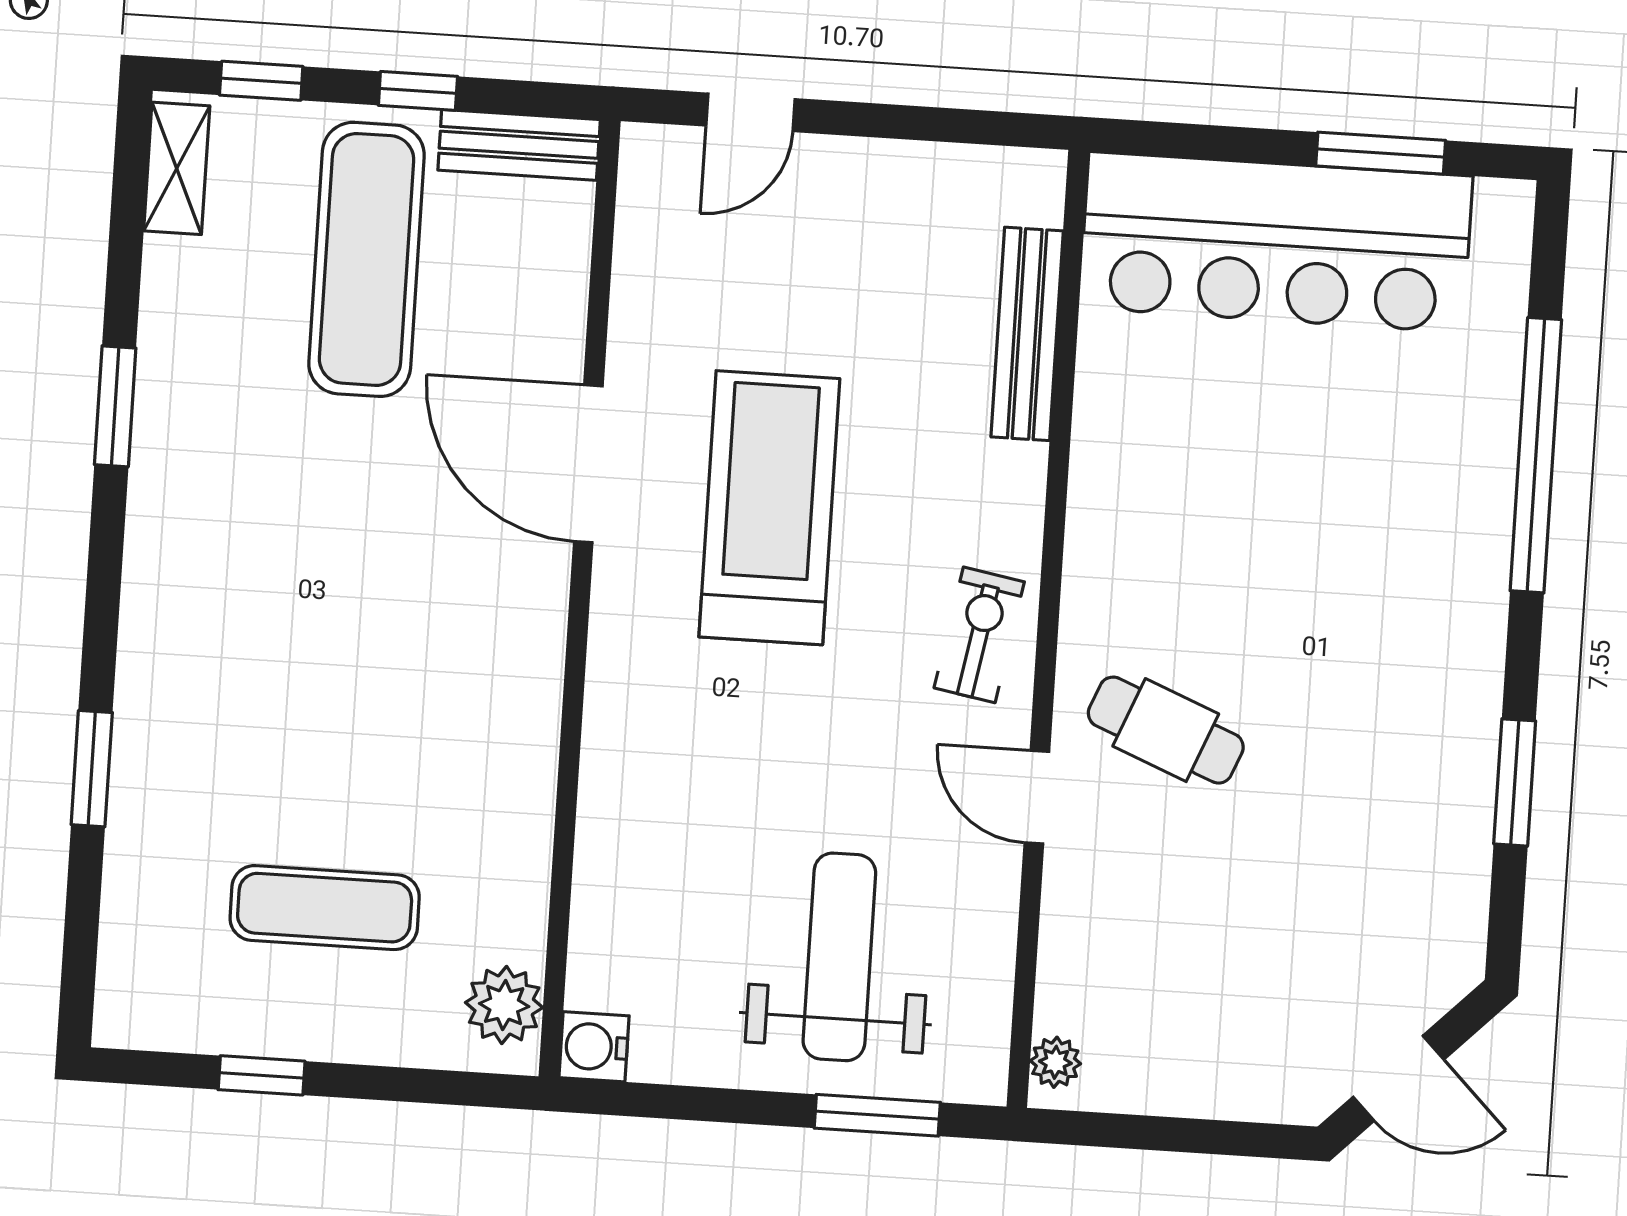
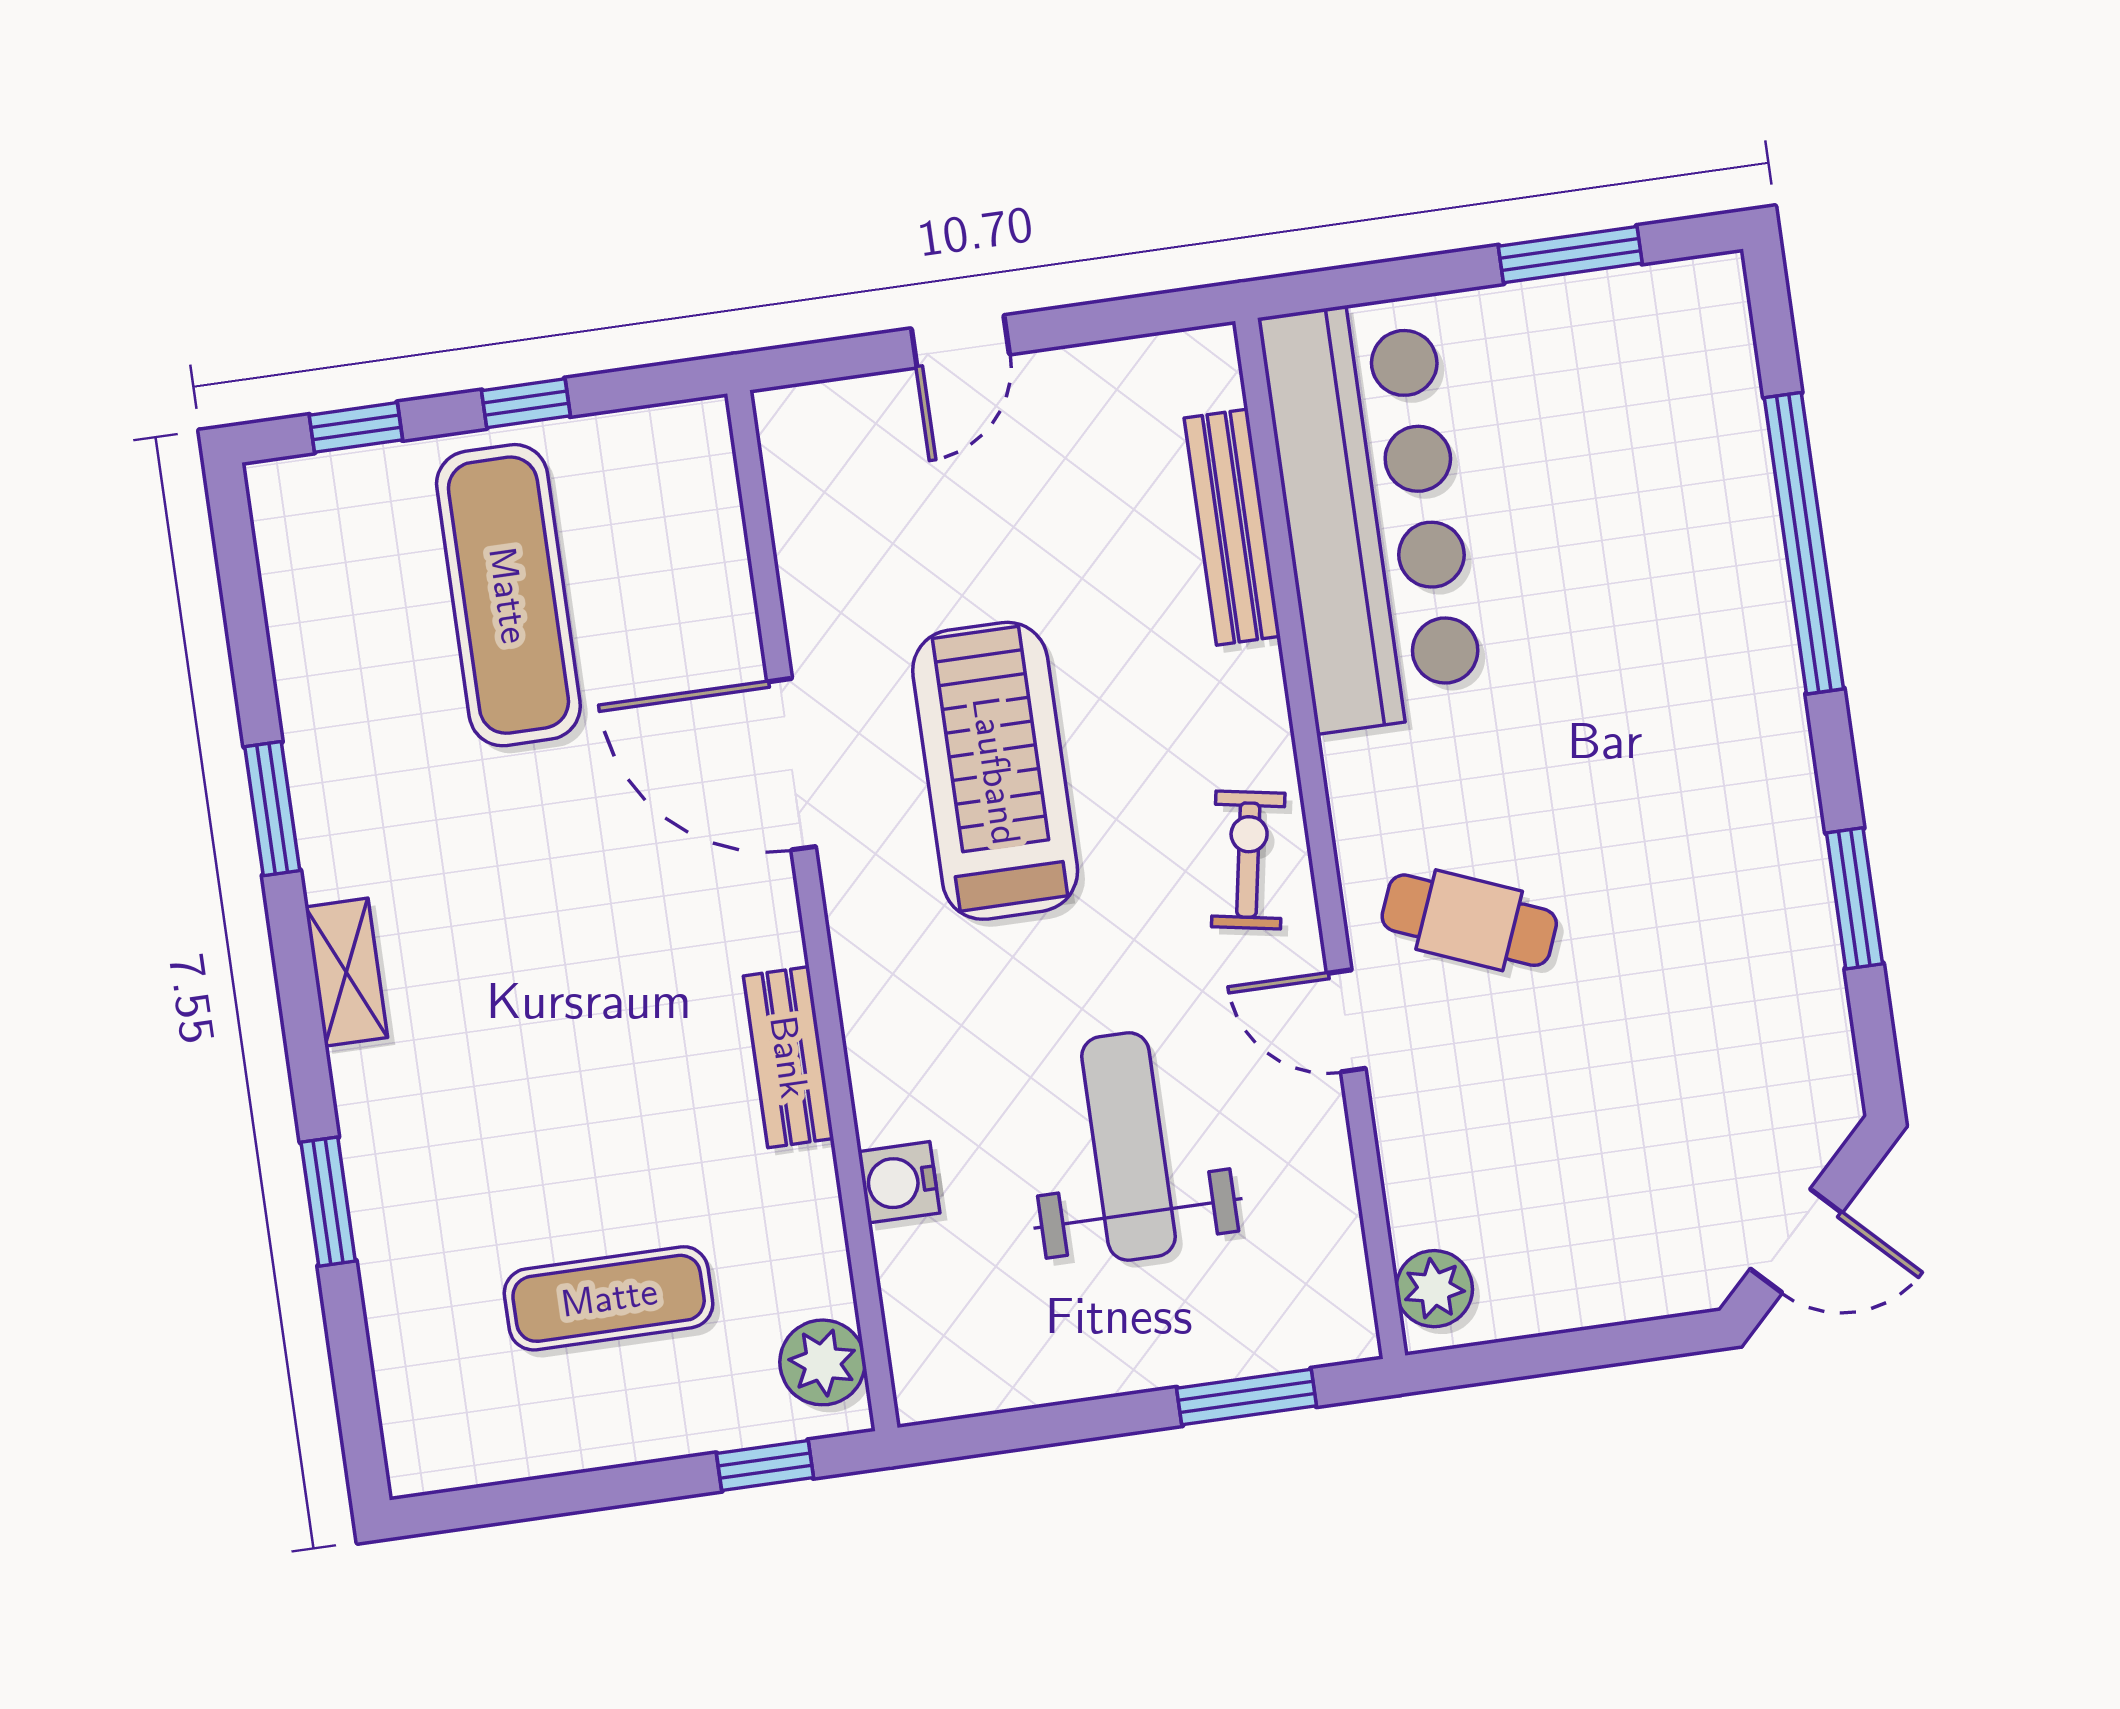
door: (750, 112) -> (960, 341), moved
bench: (519, 145) -> (788, 1057), moved, turned 90
shelving: (177, 168) -> (346, 972), moved
bar counter: (1276, 242) -> (1372, 514), moved, turned -90
weight bench: (839, 957) -> (1129, 1146), moved
water cooler: (594, 1047) -> (899, 1182), moved
plant: (1055, 1062) -> (1434, 1289), width x1.38, depth x1.38
window: (262, 1075) -> (765, 1466), moved

